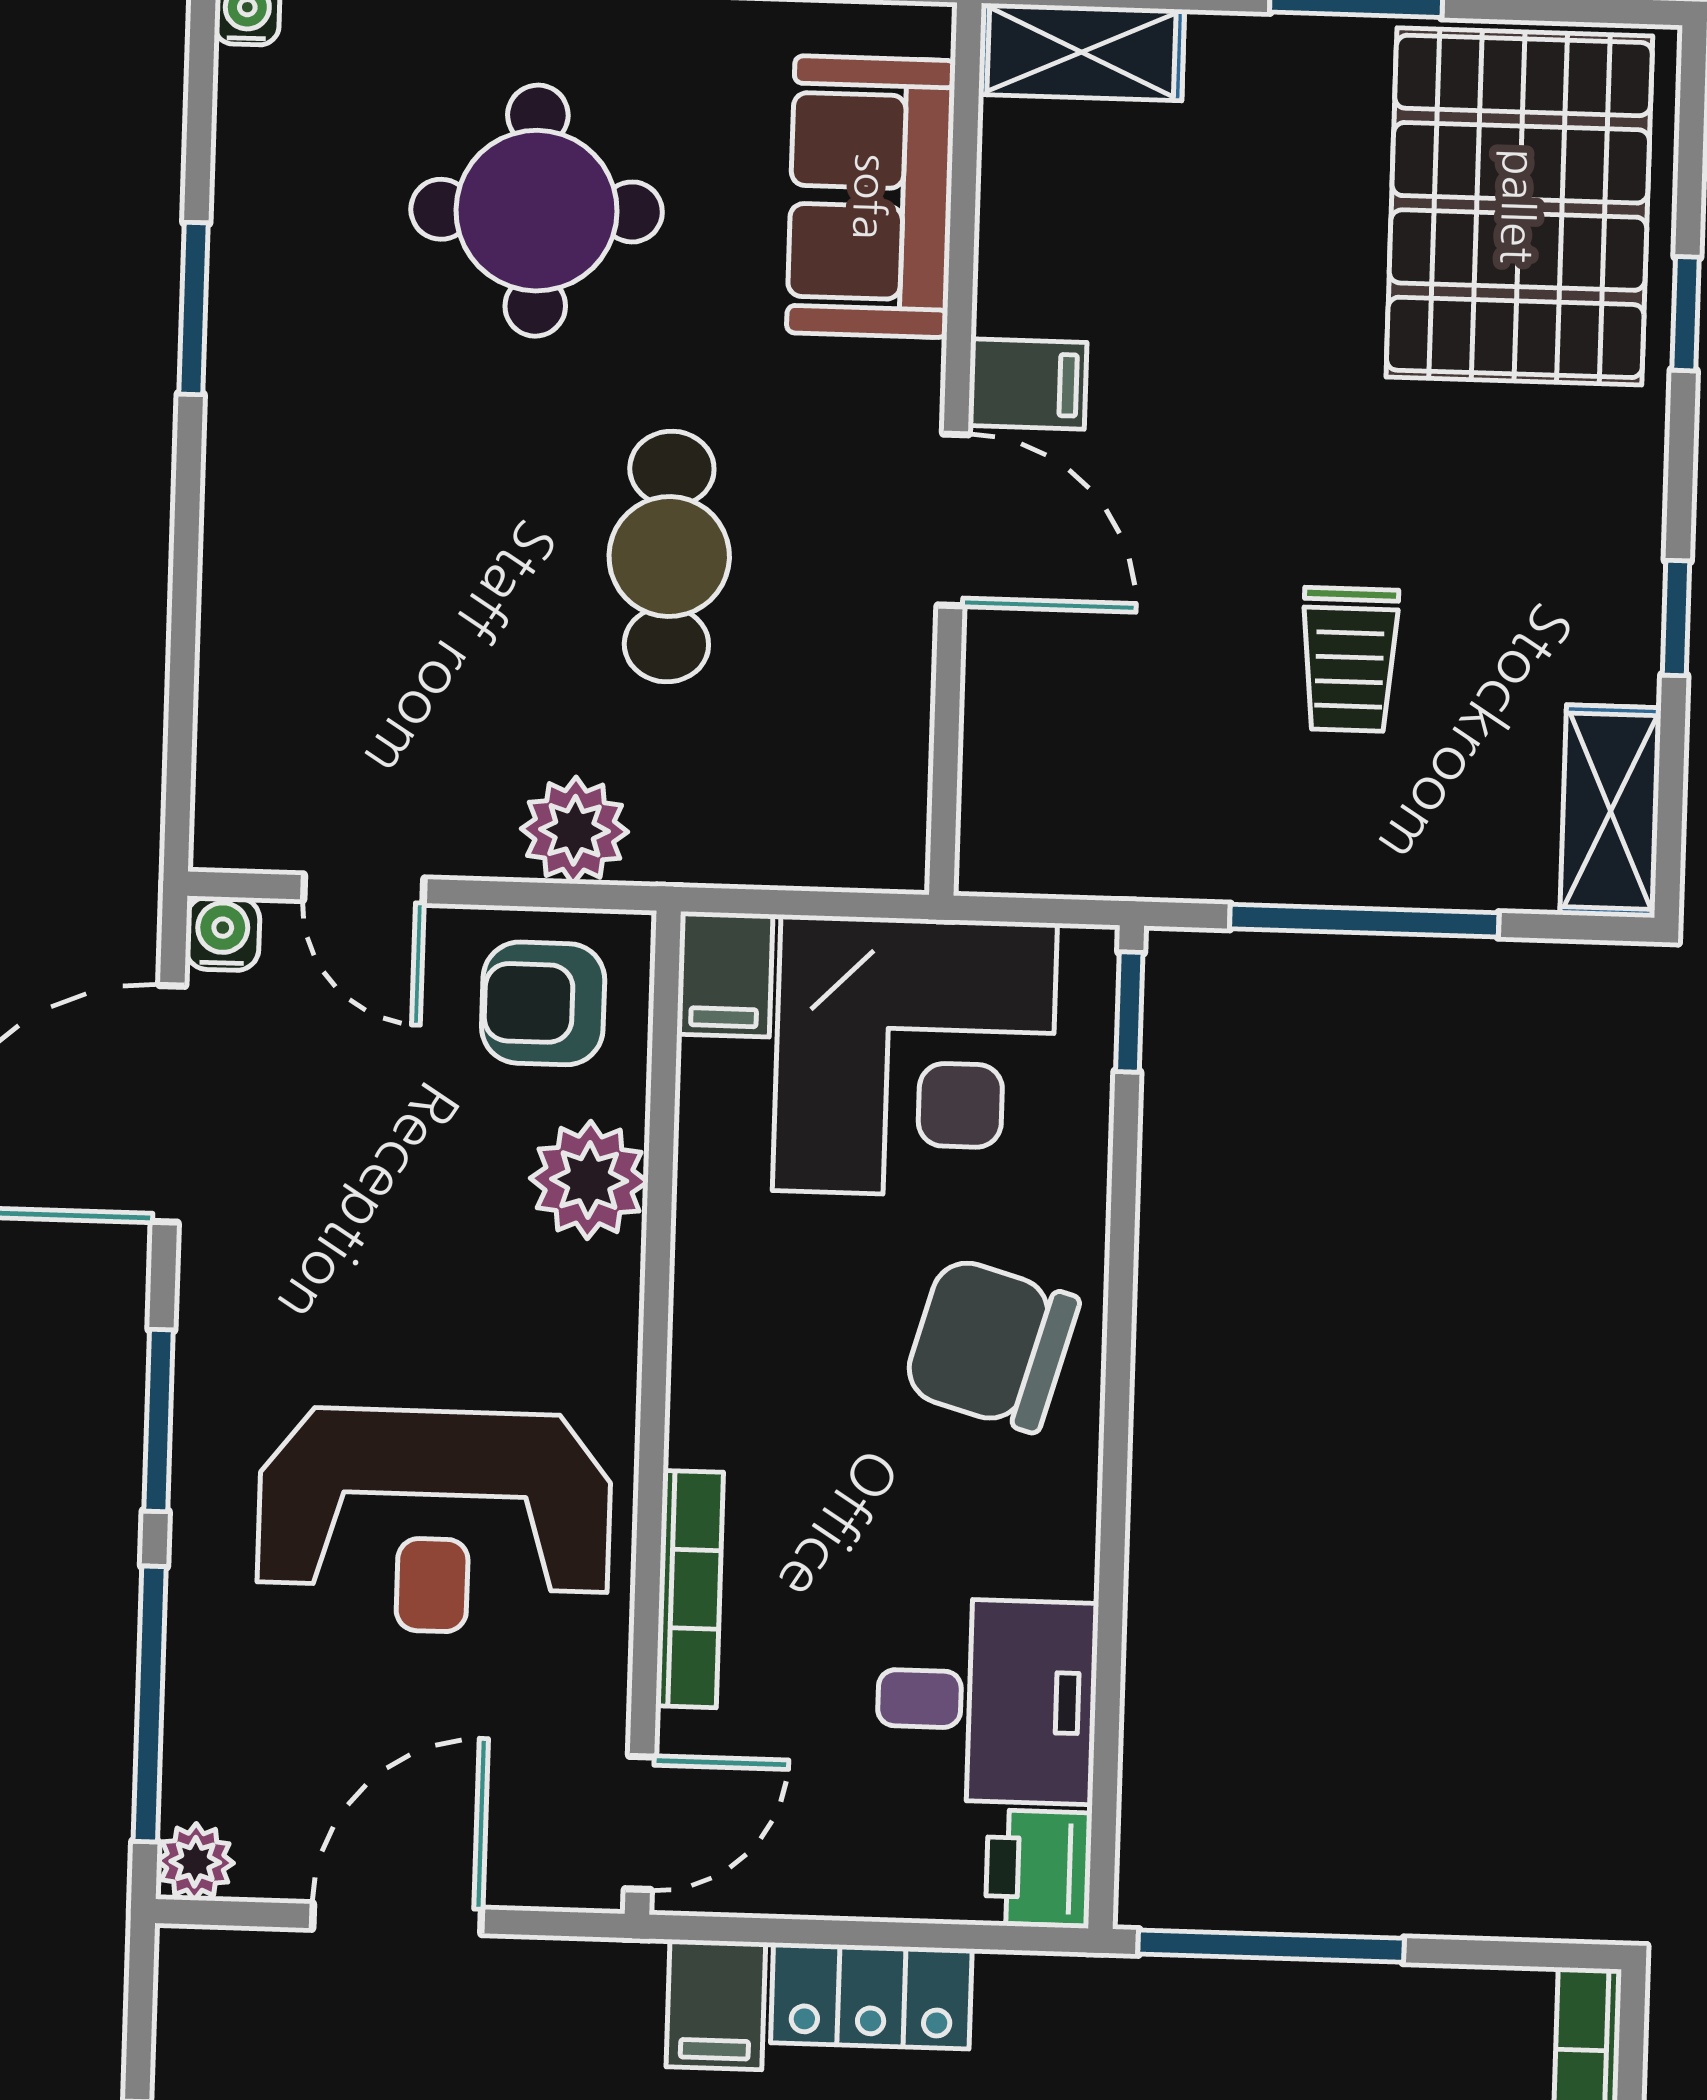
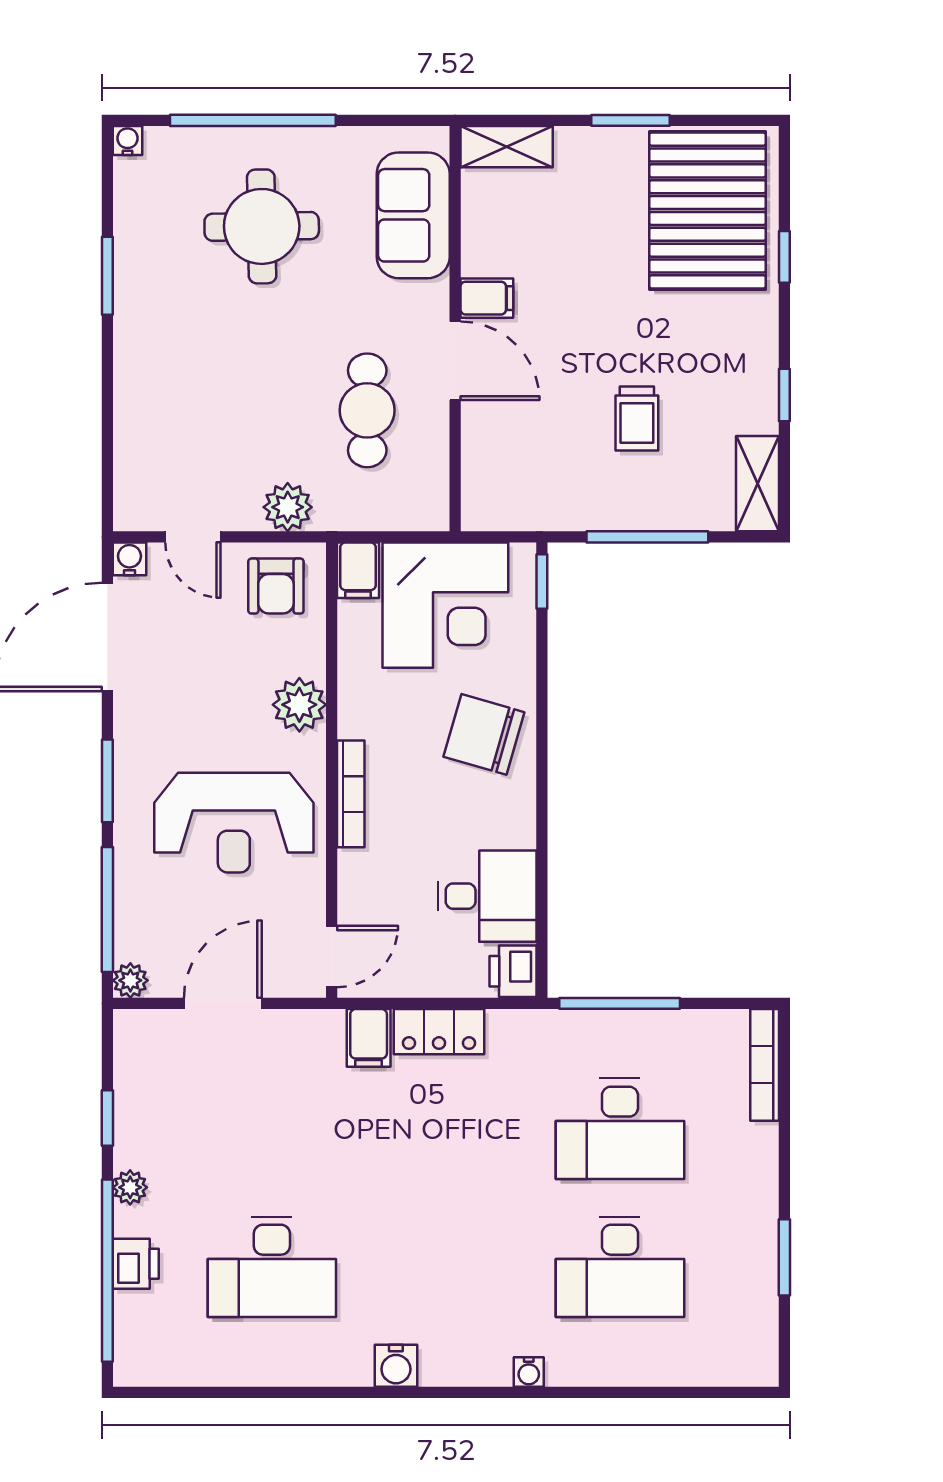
cafe table: (669, 556) -> (367, 410), moved
armchair: (543, 1003) -> (276, 586), turned -90
plant: (589, 1180) -> (299, 705), moved
bookcase: (690, 1589) -> (351, 794), moved

